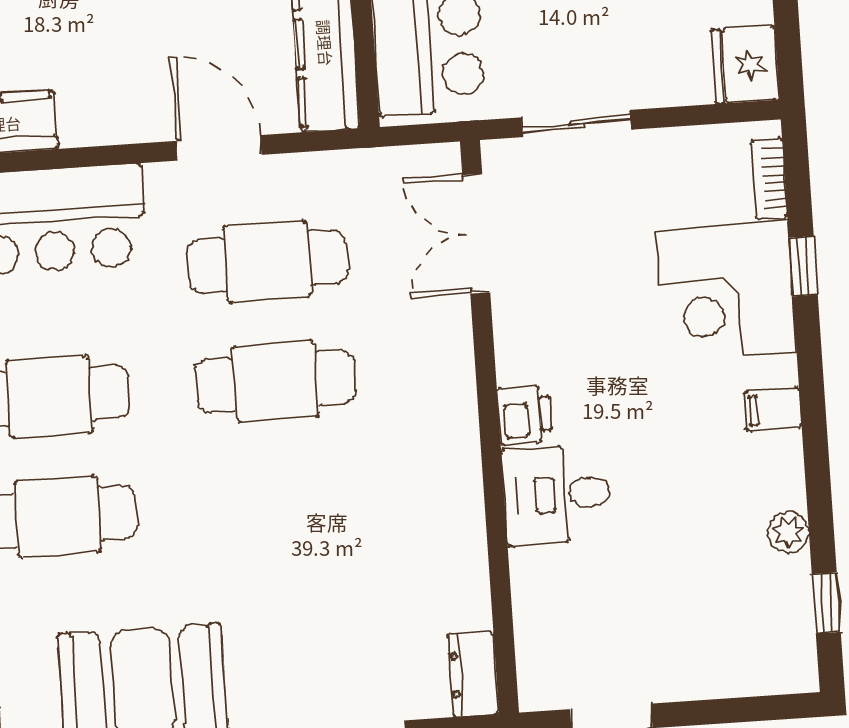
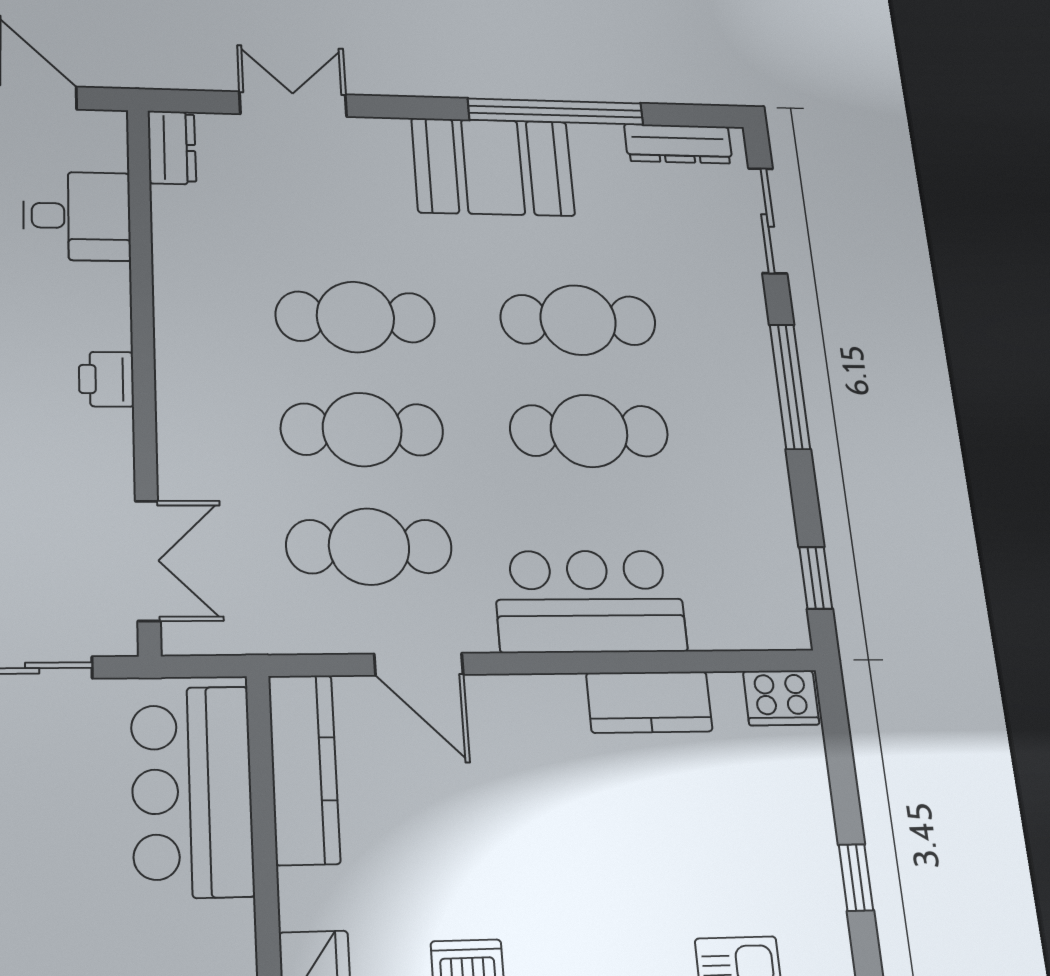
desk: (557, 494) -> (77, 216), moved
cafe table: (283, 501) -> (355, 317), added

